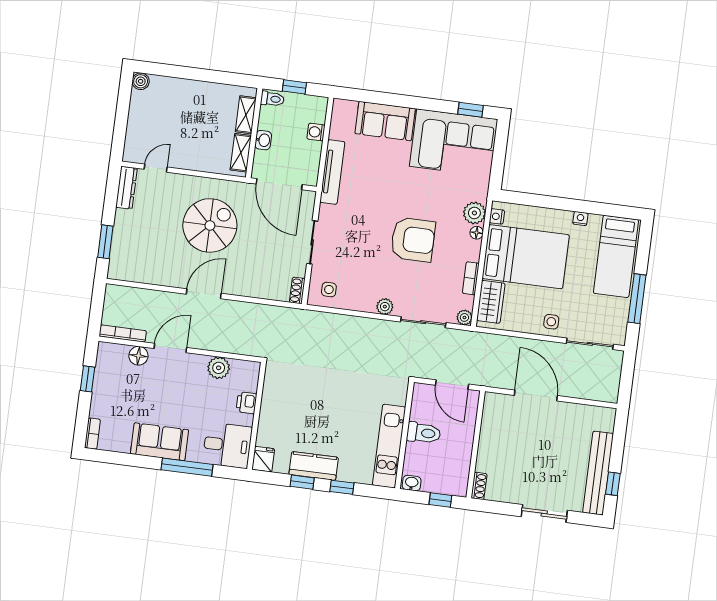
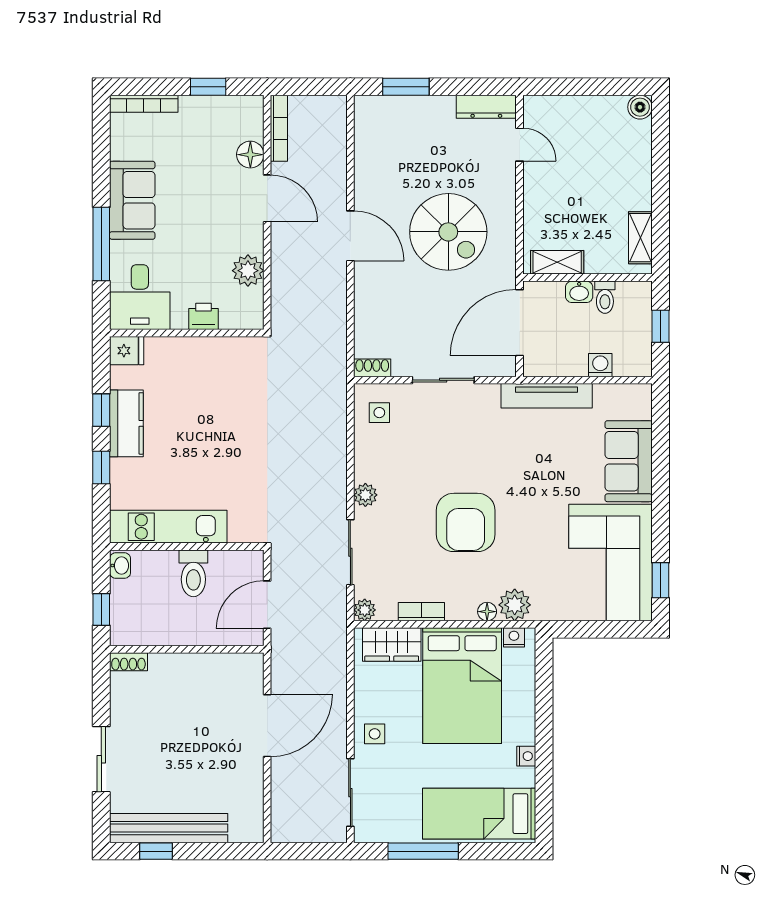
toilet: (272, 99) -> (605, 297), moved
shelving: (246, 115) -> (640, 238), moved, turned 90
bookcase: (92, 434) -> (144, 104), width x1.56

